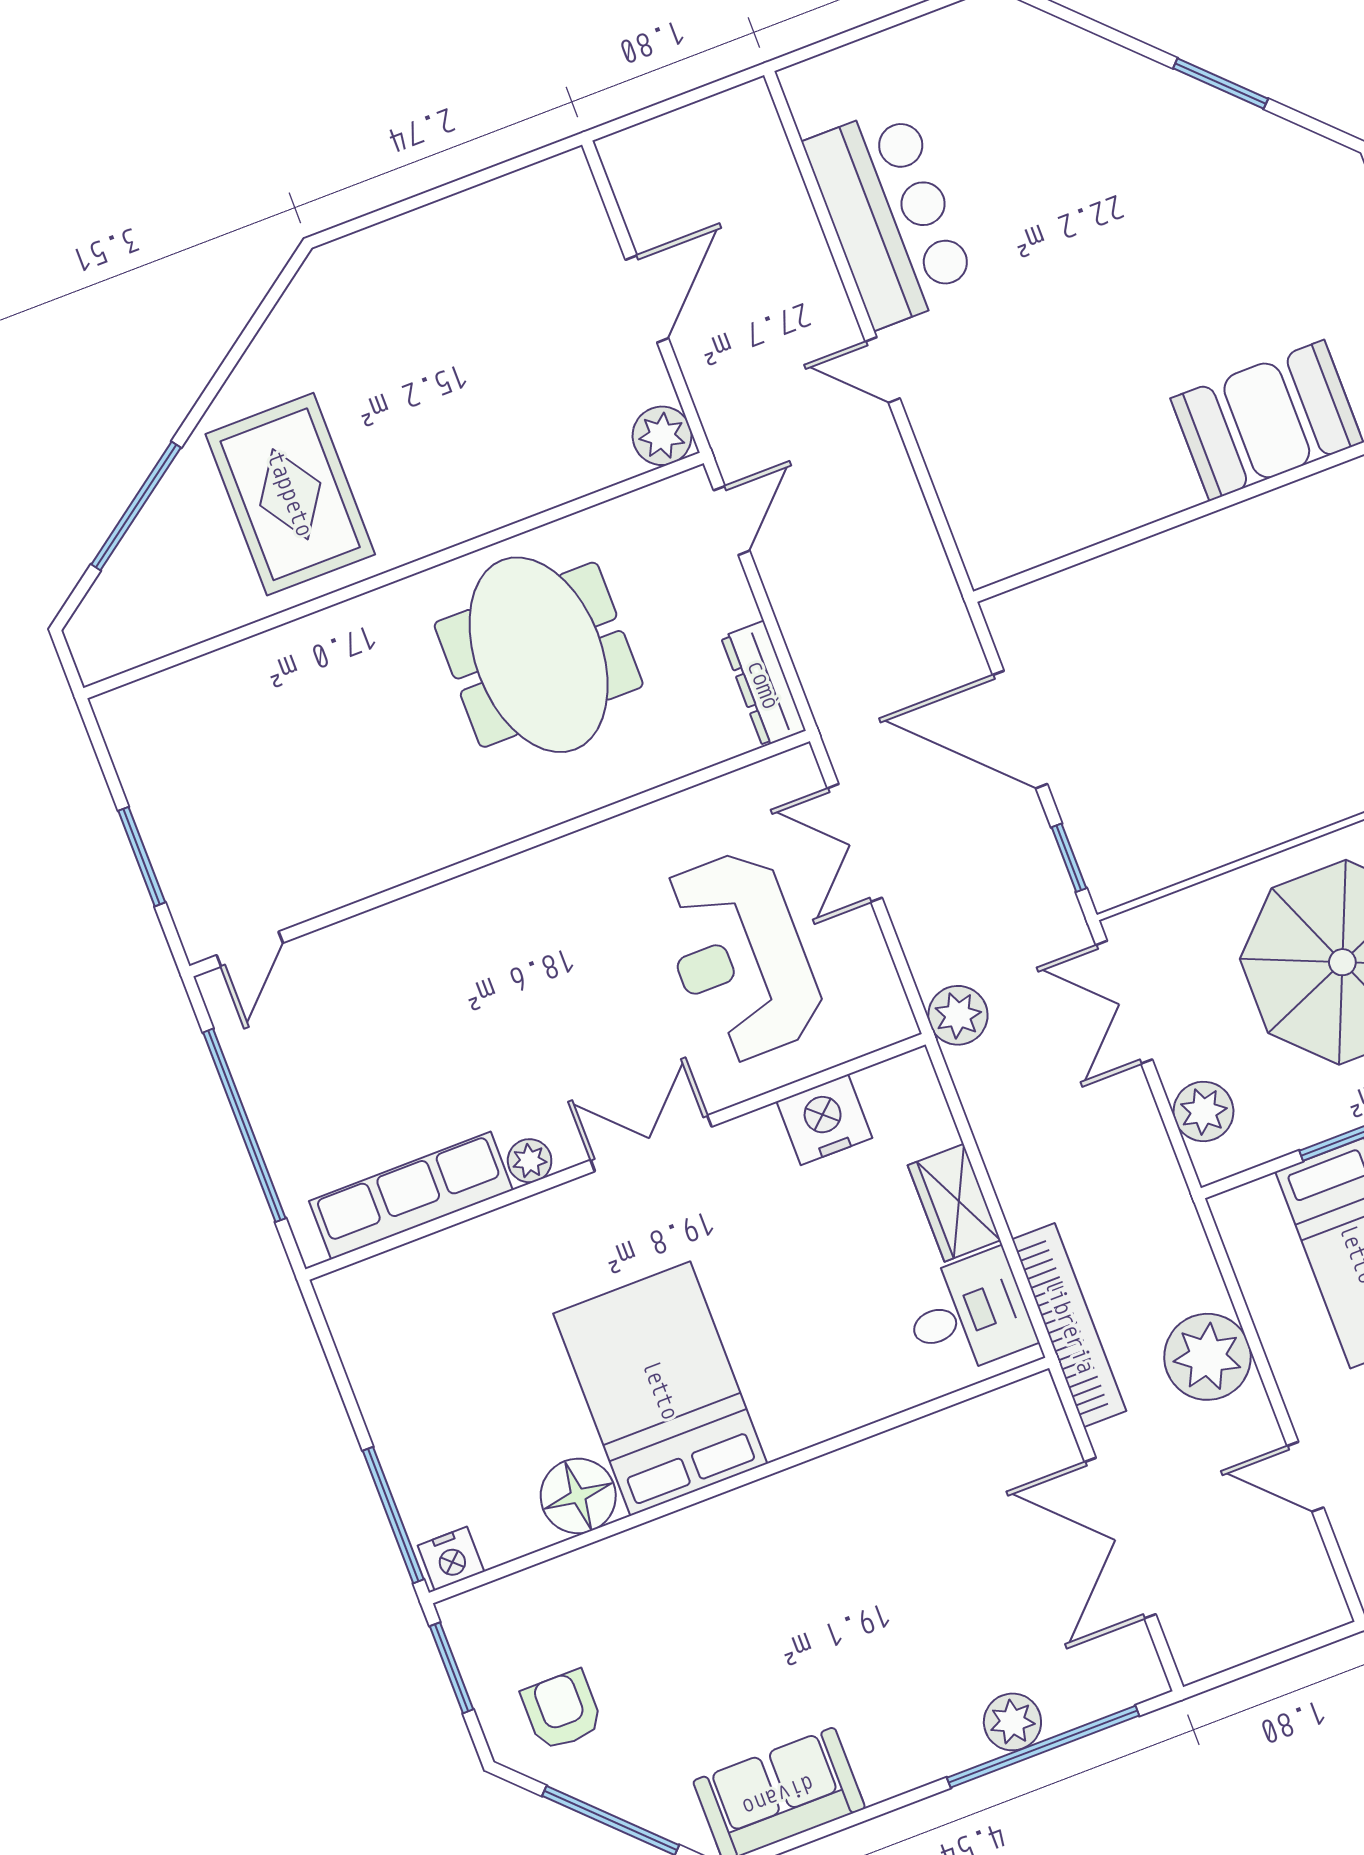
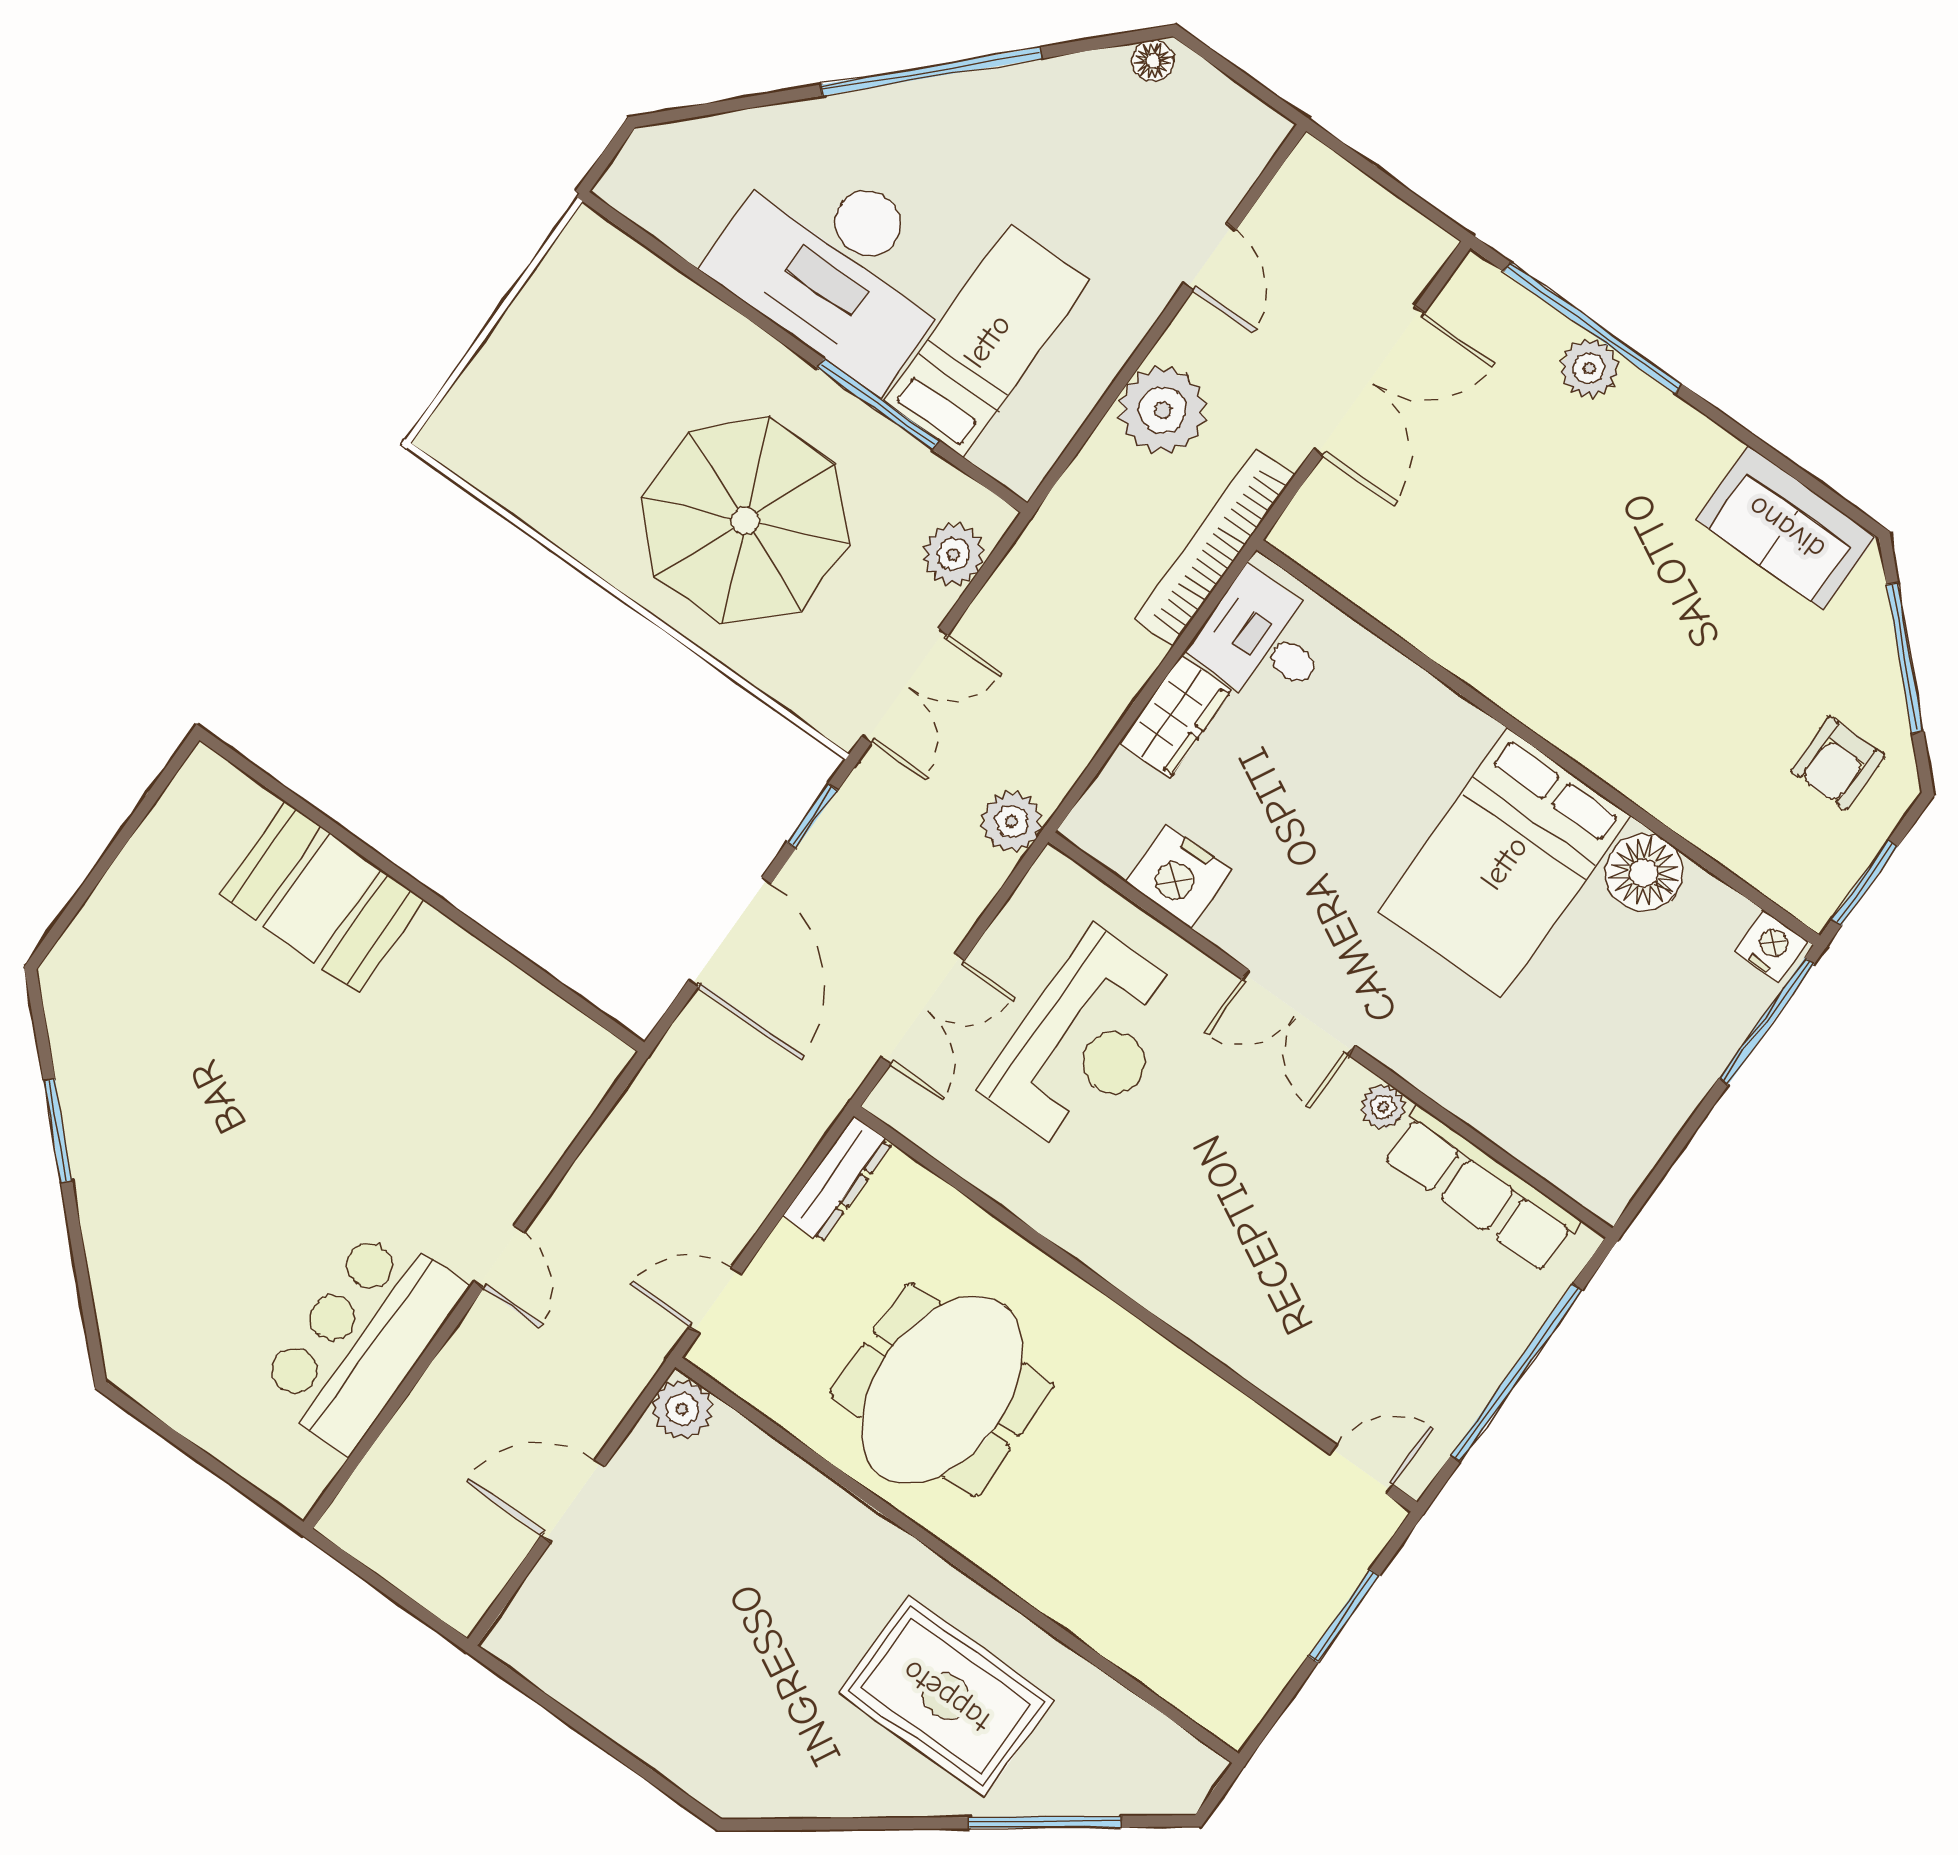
rug: (290, 494) -> (946, 1696), turned 90

